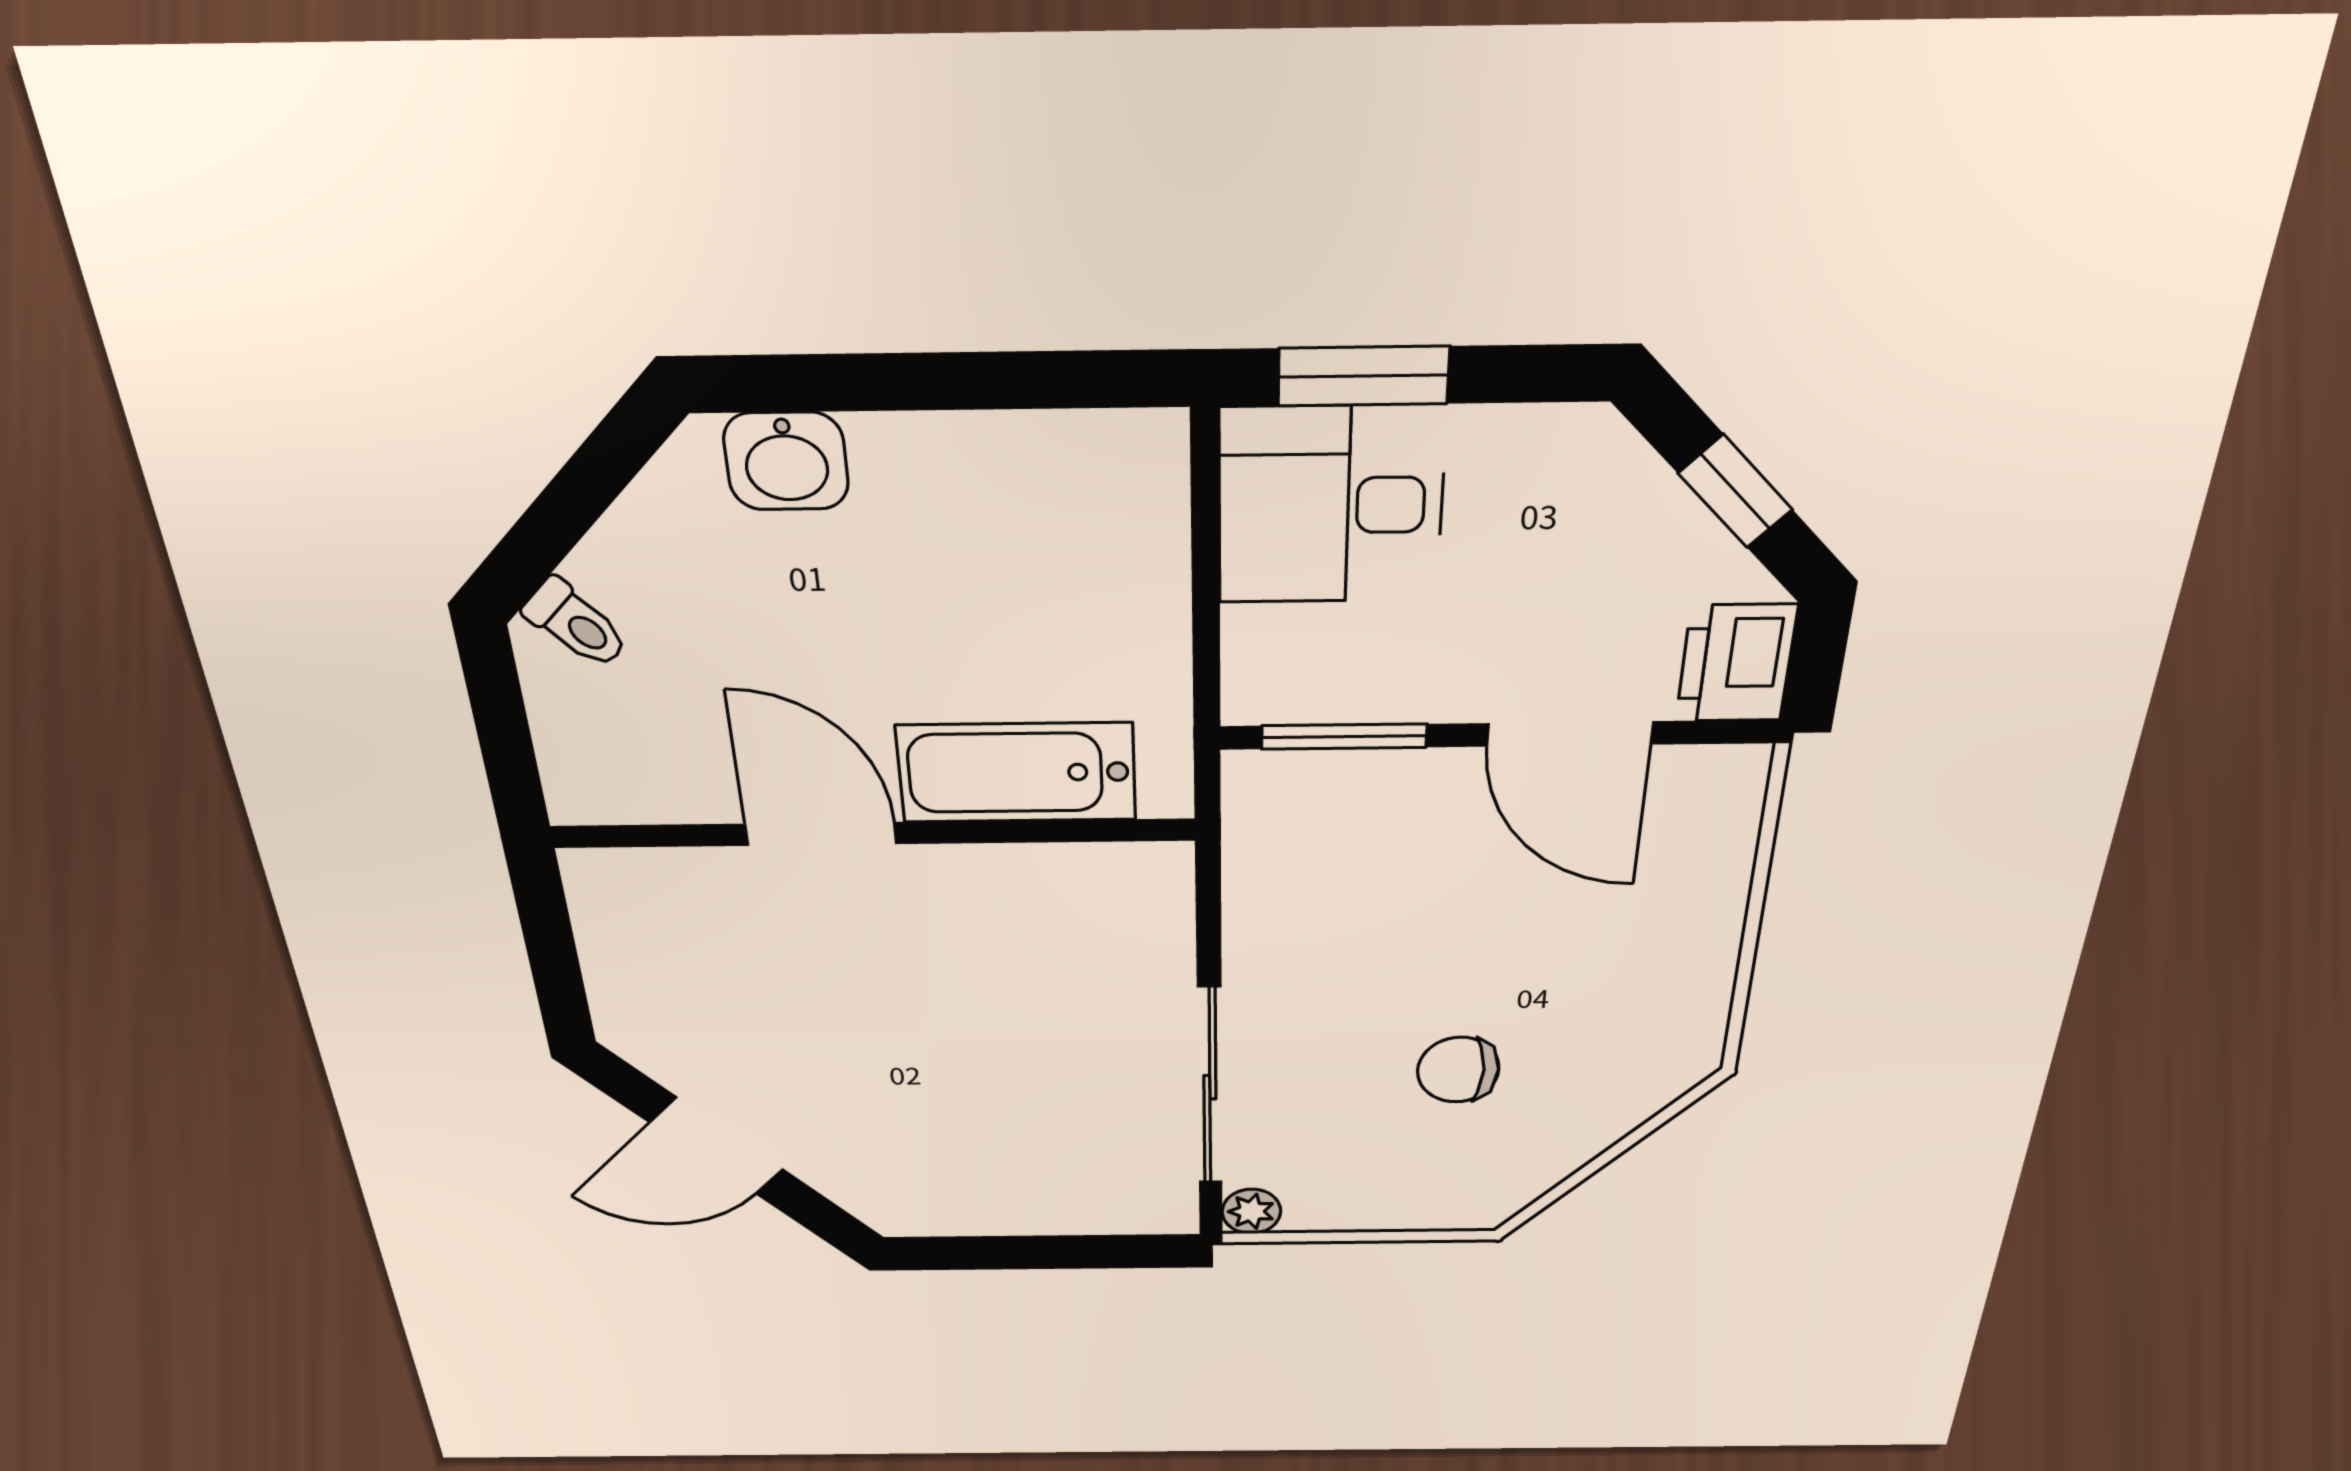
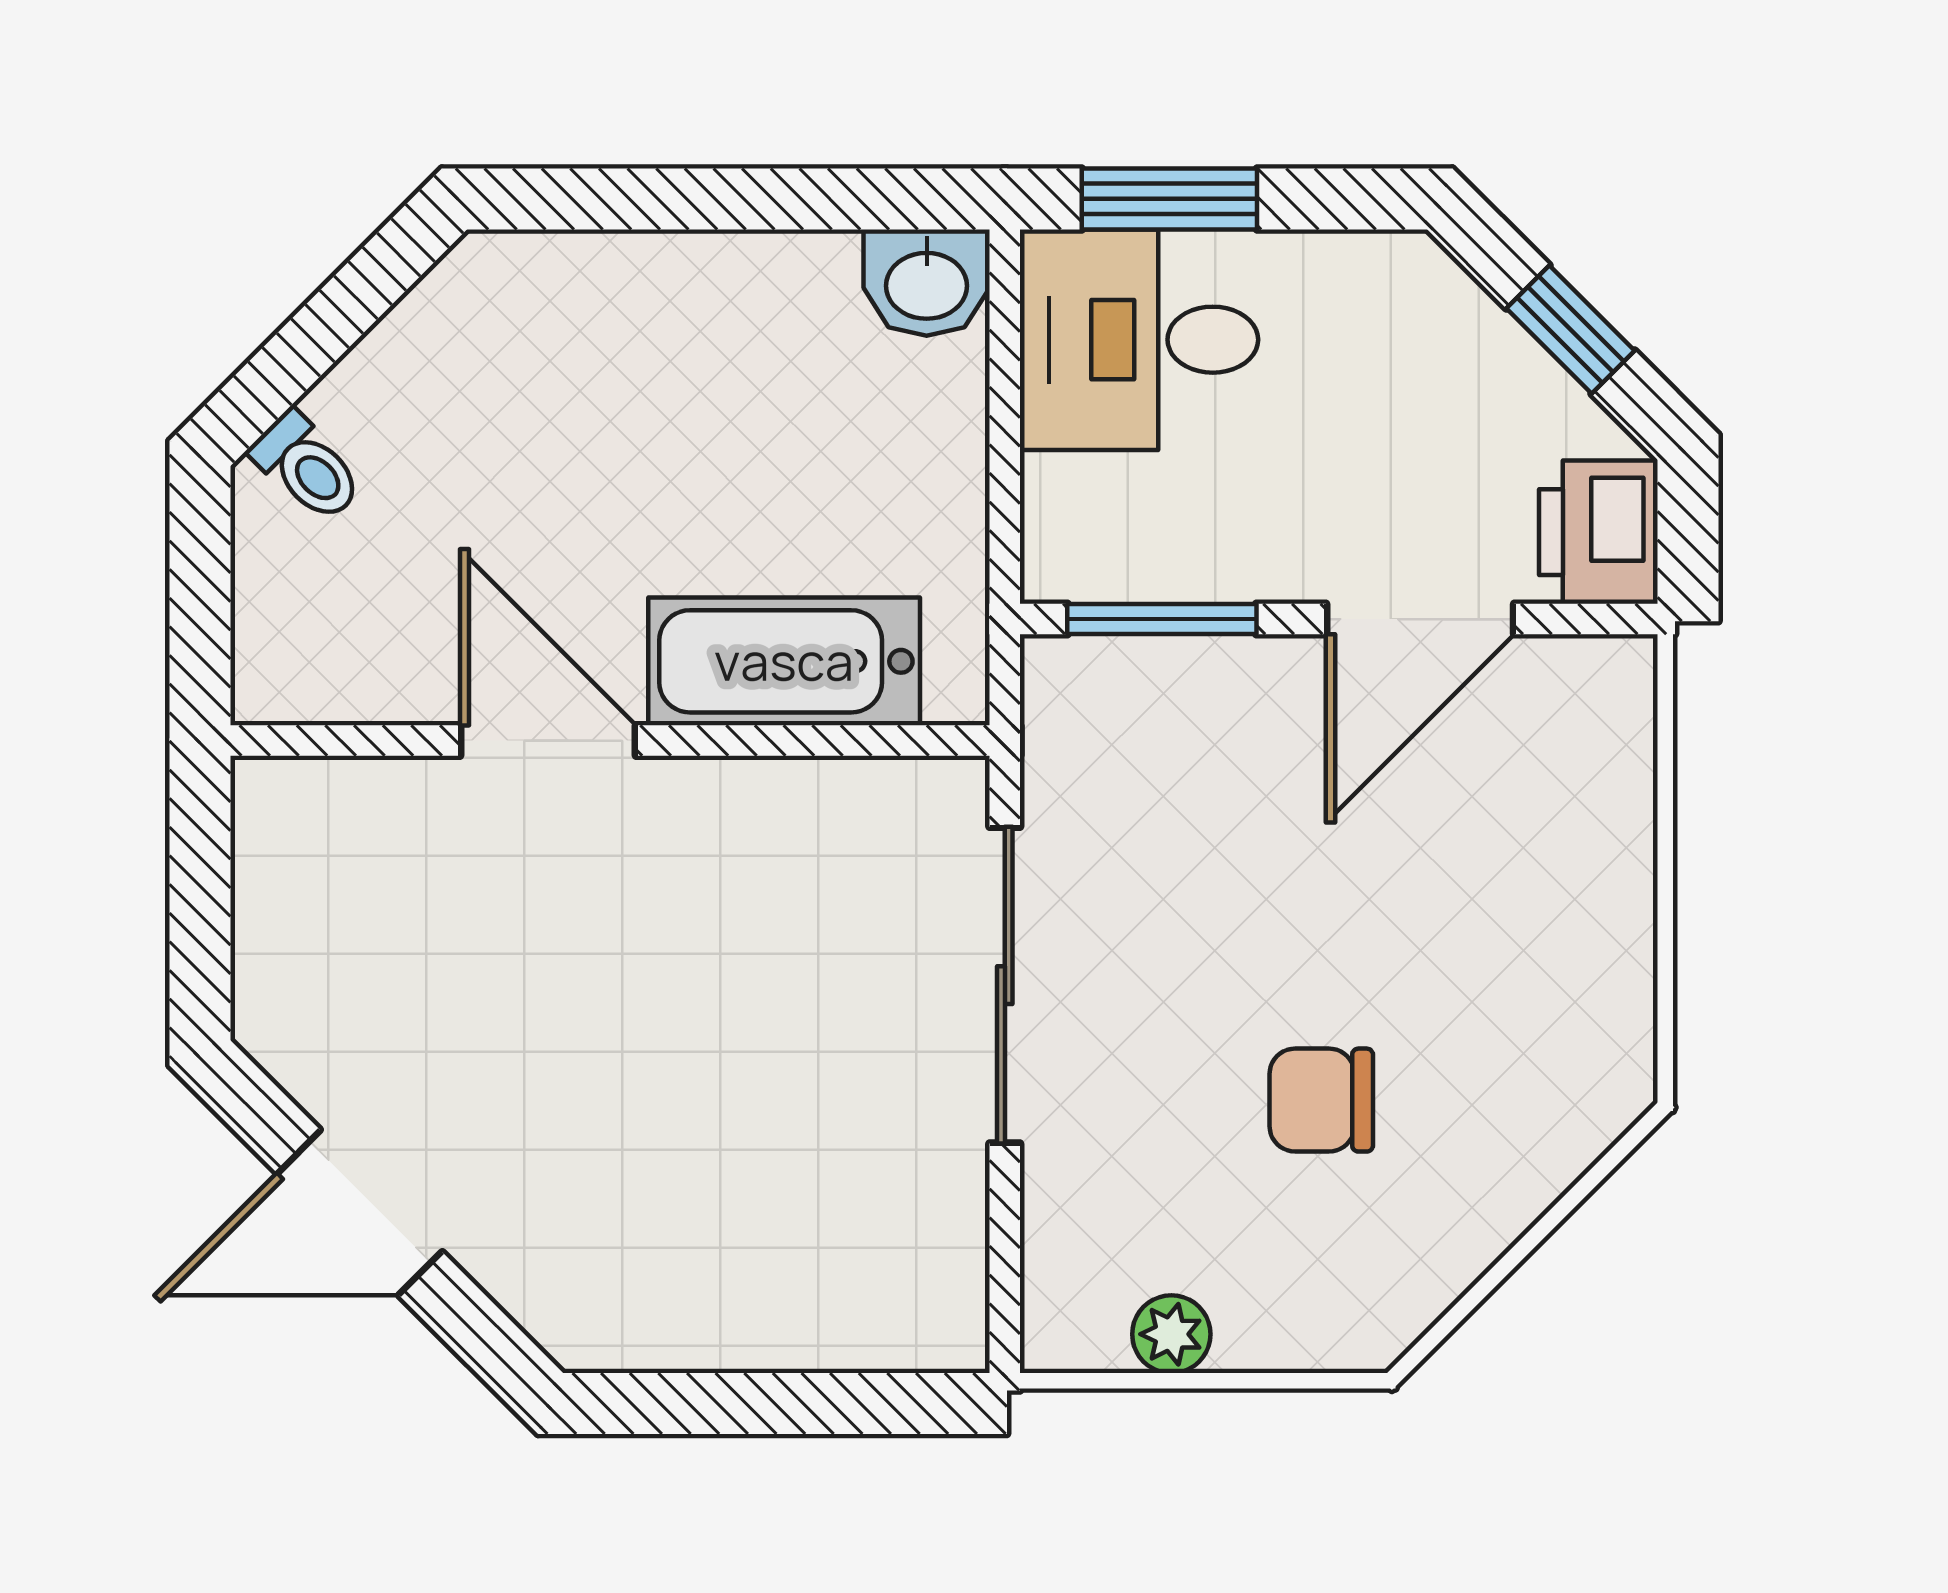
washbasin: (786, 461) -> (927, 283), moved
door: (1570, 734) -> (1420, 619), hinge flipped
sliding door: (1210, 1087) -> (1005, 985), moved
plant: (1251, 1211) -> (1171, 1334), moved

